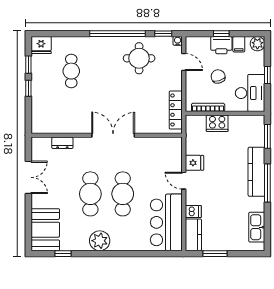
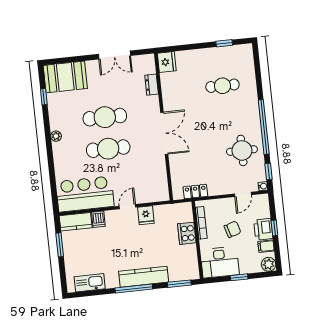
fridge: (41, 45) -> (167, 62), moved, turned 180
window: (28, 88) -> (201, 46), removed
locker: (176, 110) -> (195, 192), width x0.66
plant: (100, 241) -> (56, 136), width x0.53, depth x0.53

